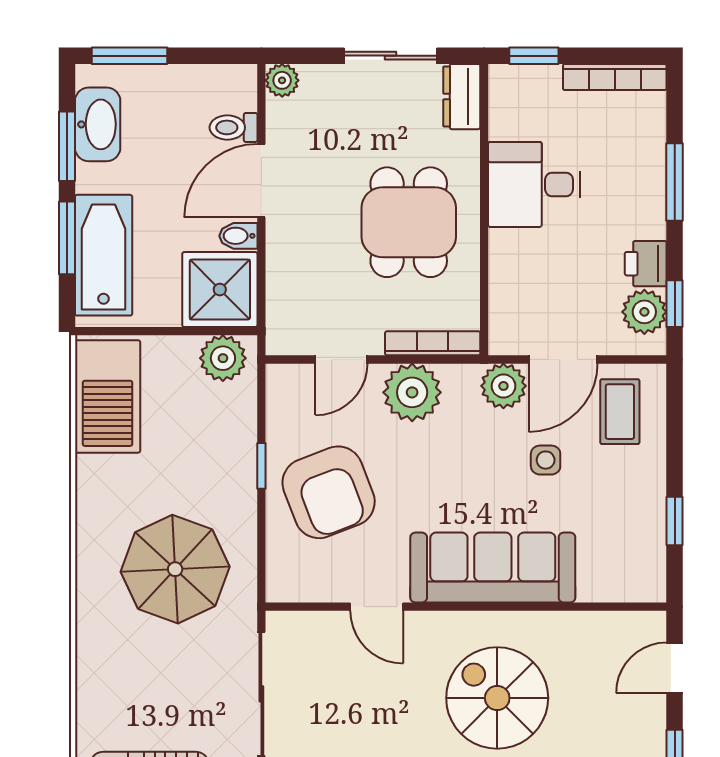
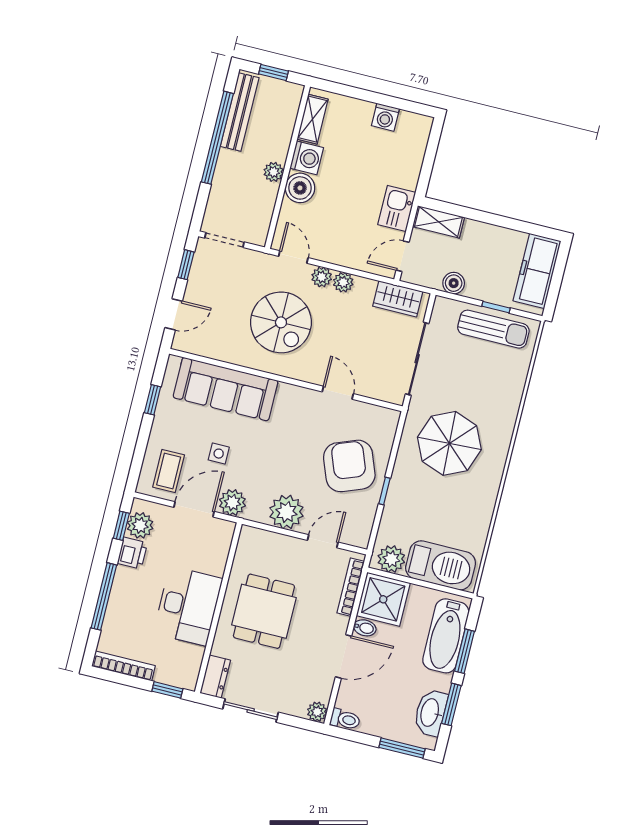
toilet: (233, 127) -> (345, 719), moved
window: (675, 182) -> (104, 596), width x1.44
desk: (534, 184) -> (188, 606), width x1.37
bookcase: (433, 343) -> (351, 587), moved, turned 90
barbecue: (108, 396) -> (441, 565), moved, turned 90
sofa: (493, 567) -> (226, 389), moved

